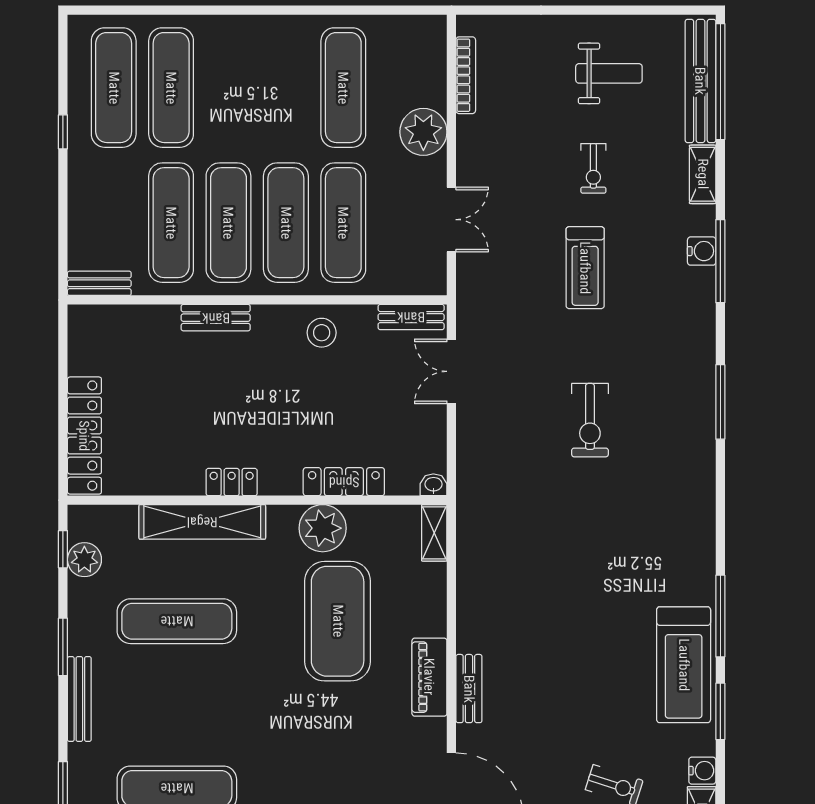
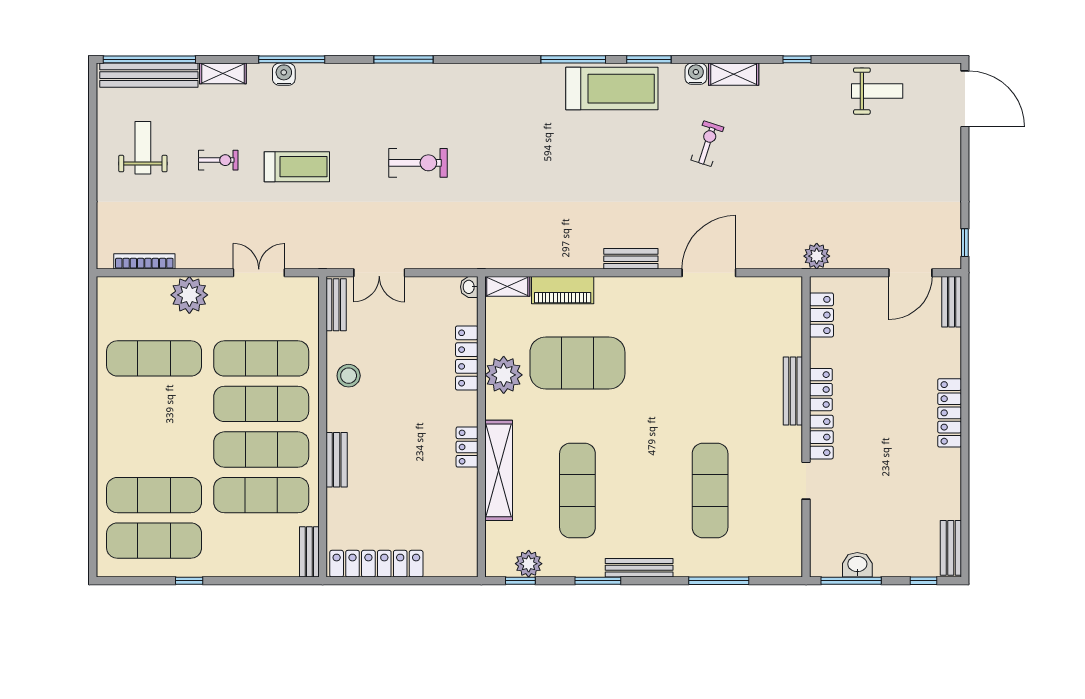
locker: (84, 436) -> (376, 564), moved
piano: (429, 677) -> (563, 290), moved

